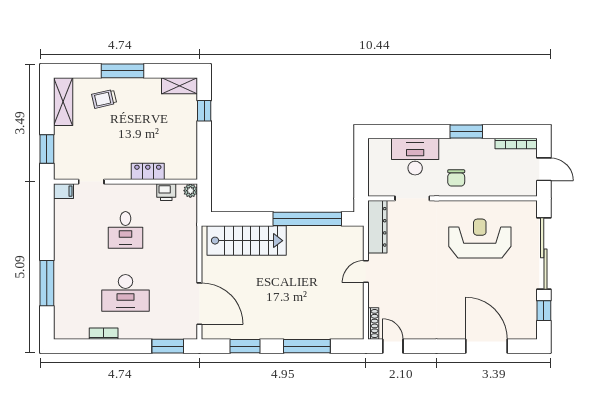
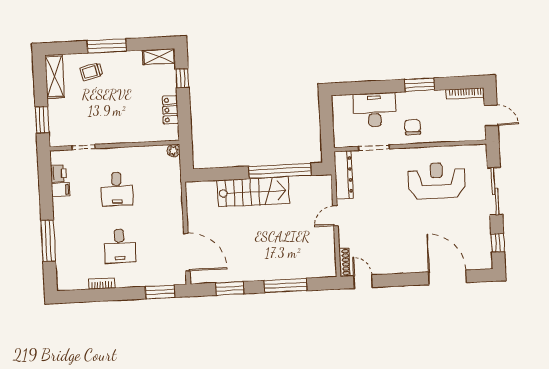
locker: (148, 171) -> (170, 110), moved, turned -90
chair: (456, 178) -> (413, 127), turned 180
filing cabinet: (63, 191) -> (61, 190), moved
printer: (166, 192) -> (59, 173), moved, turned -90
stairs: (247, 241) -> (253, 192), moved
sliding door: (544, 253) -> (495, 191), width x0.73
desk: (125, 293) -> (120, 246), width x0.73

